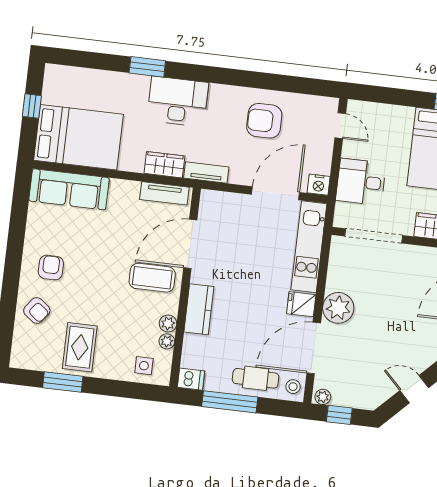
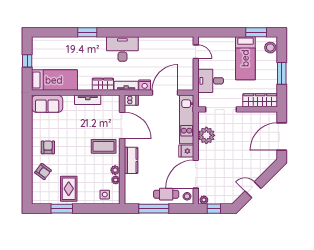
desk: (178, 101) -> (122, 49), moved
armchair: (264, 121) -> (154, 54), removed
bed: (78, 137) -> (54, 80), width x0.67
nightstand: (319, 185) -> (145, 85), moved
sofa: (69, 189) -> (47, 104), width x0.73
tv unit: (164, 193) -> (88, 100), moved
door: (190, 244) -> (122, 125), swing flipped
plant: (338, 308) -> (206, 135), moved
dishwasher: (191, 379) -> (131, 100), moved

